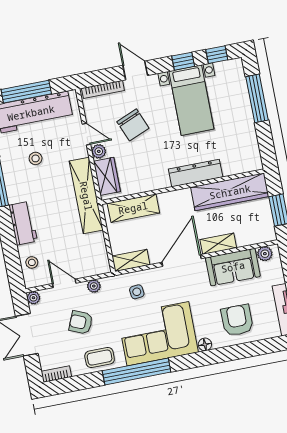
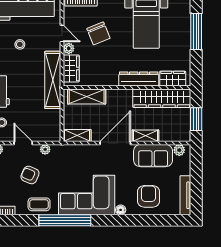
wardrobe: (239, 164) -> (173, 79), added
side table: (137, 292) -> (77, 160), removed

